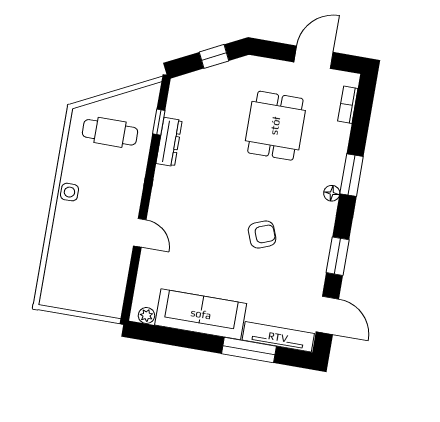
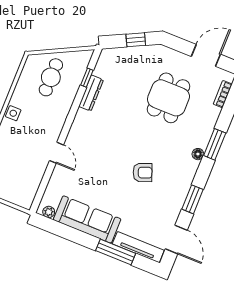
cafe table: (110, 132) -> (51, 77), turned 90

